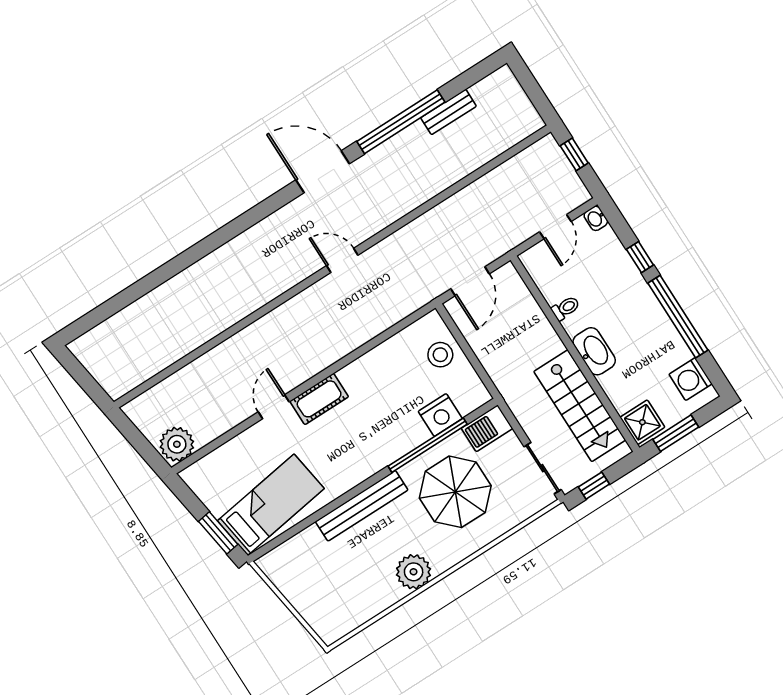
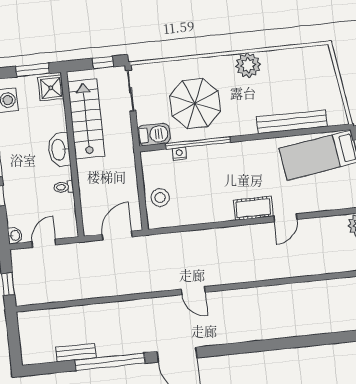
nightstand: (440, 415) -> (179, 154), width x0.53, depth x0.56
bench: (362, 506) -> (292, 122), moved

